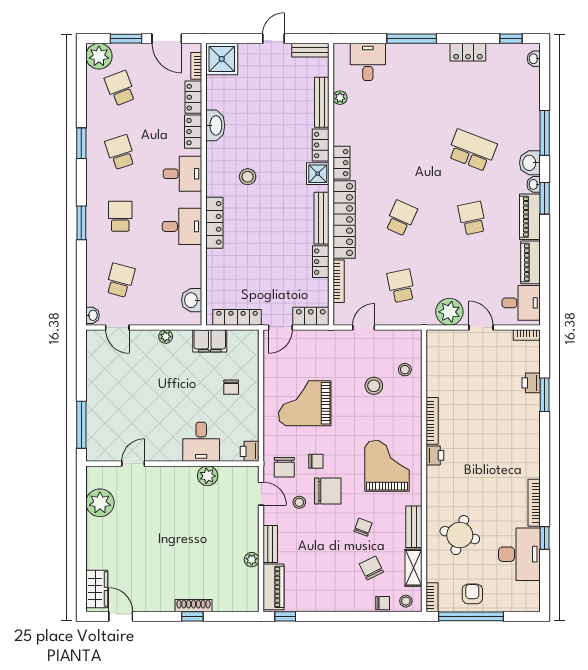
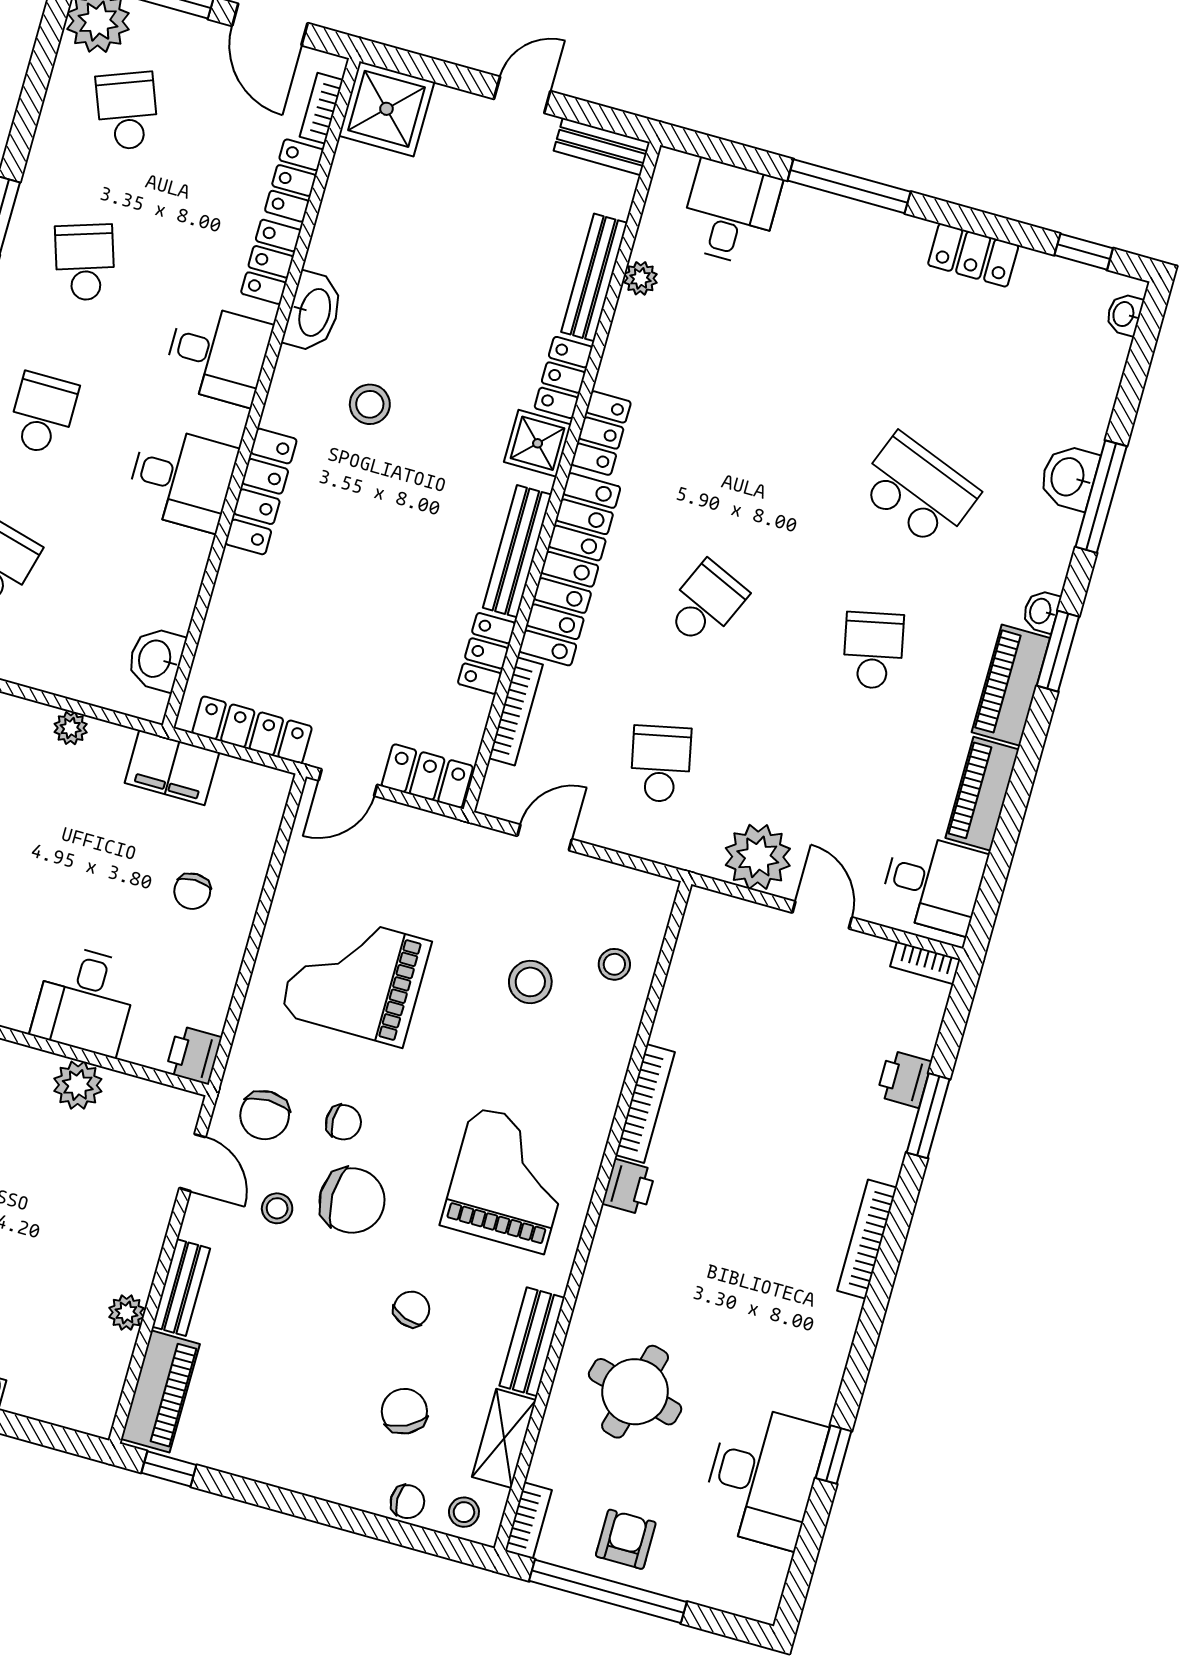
washbasin: (215, 125) -> (313, 312), moved
washbasin: (530, 163) -> (1069, 477), moved
bookcase: (534, 503) -> (867, 1239), moved

